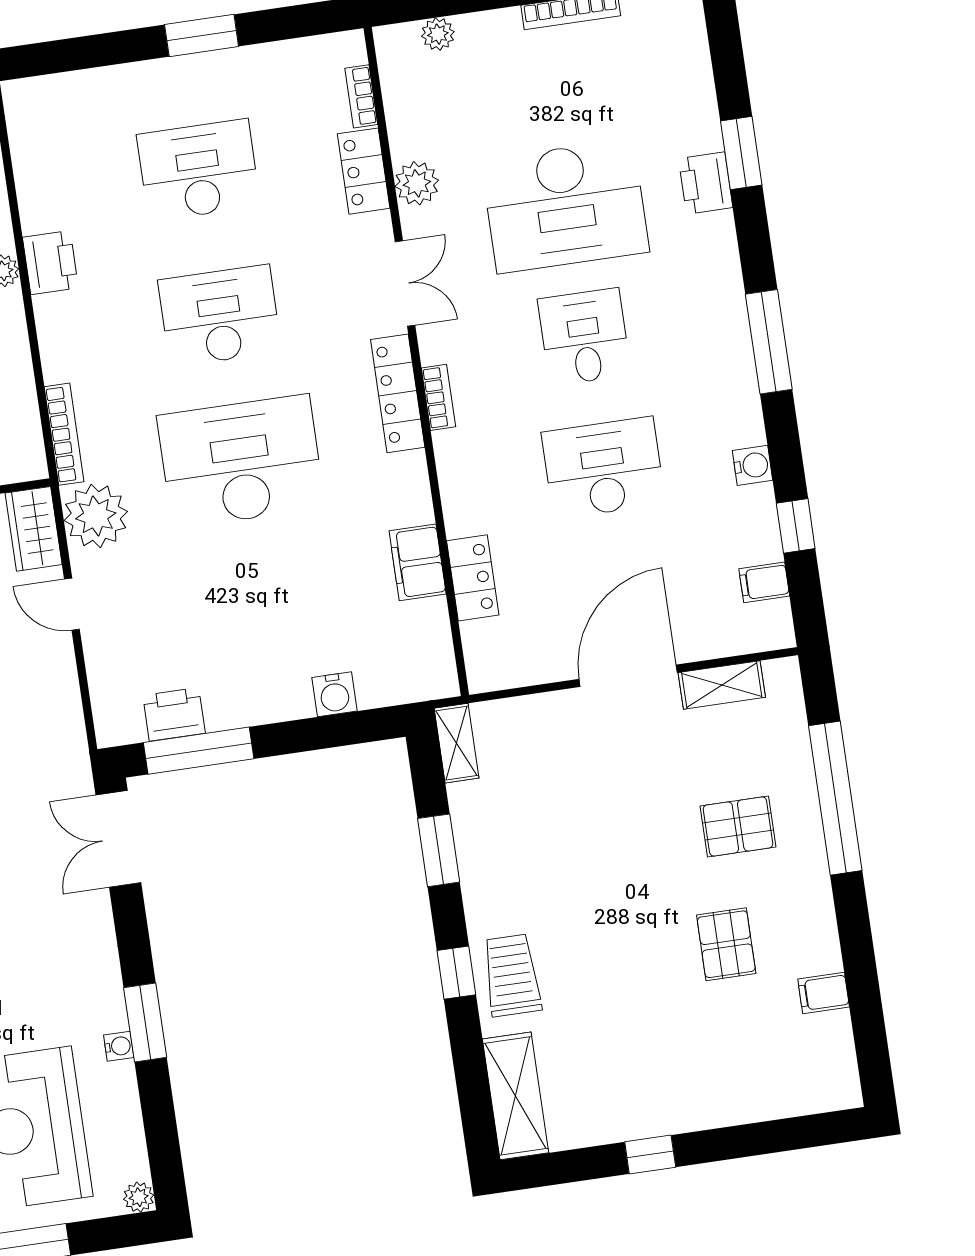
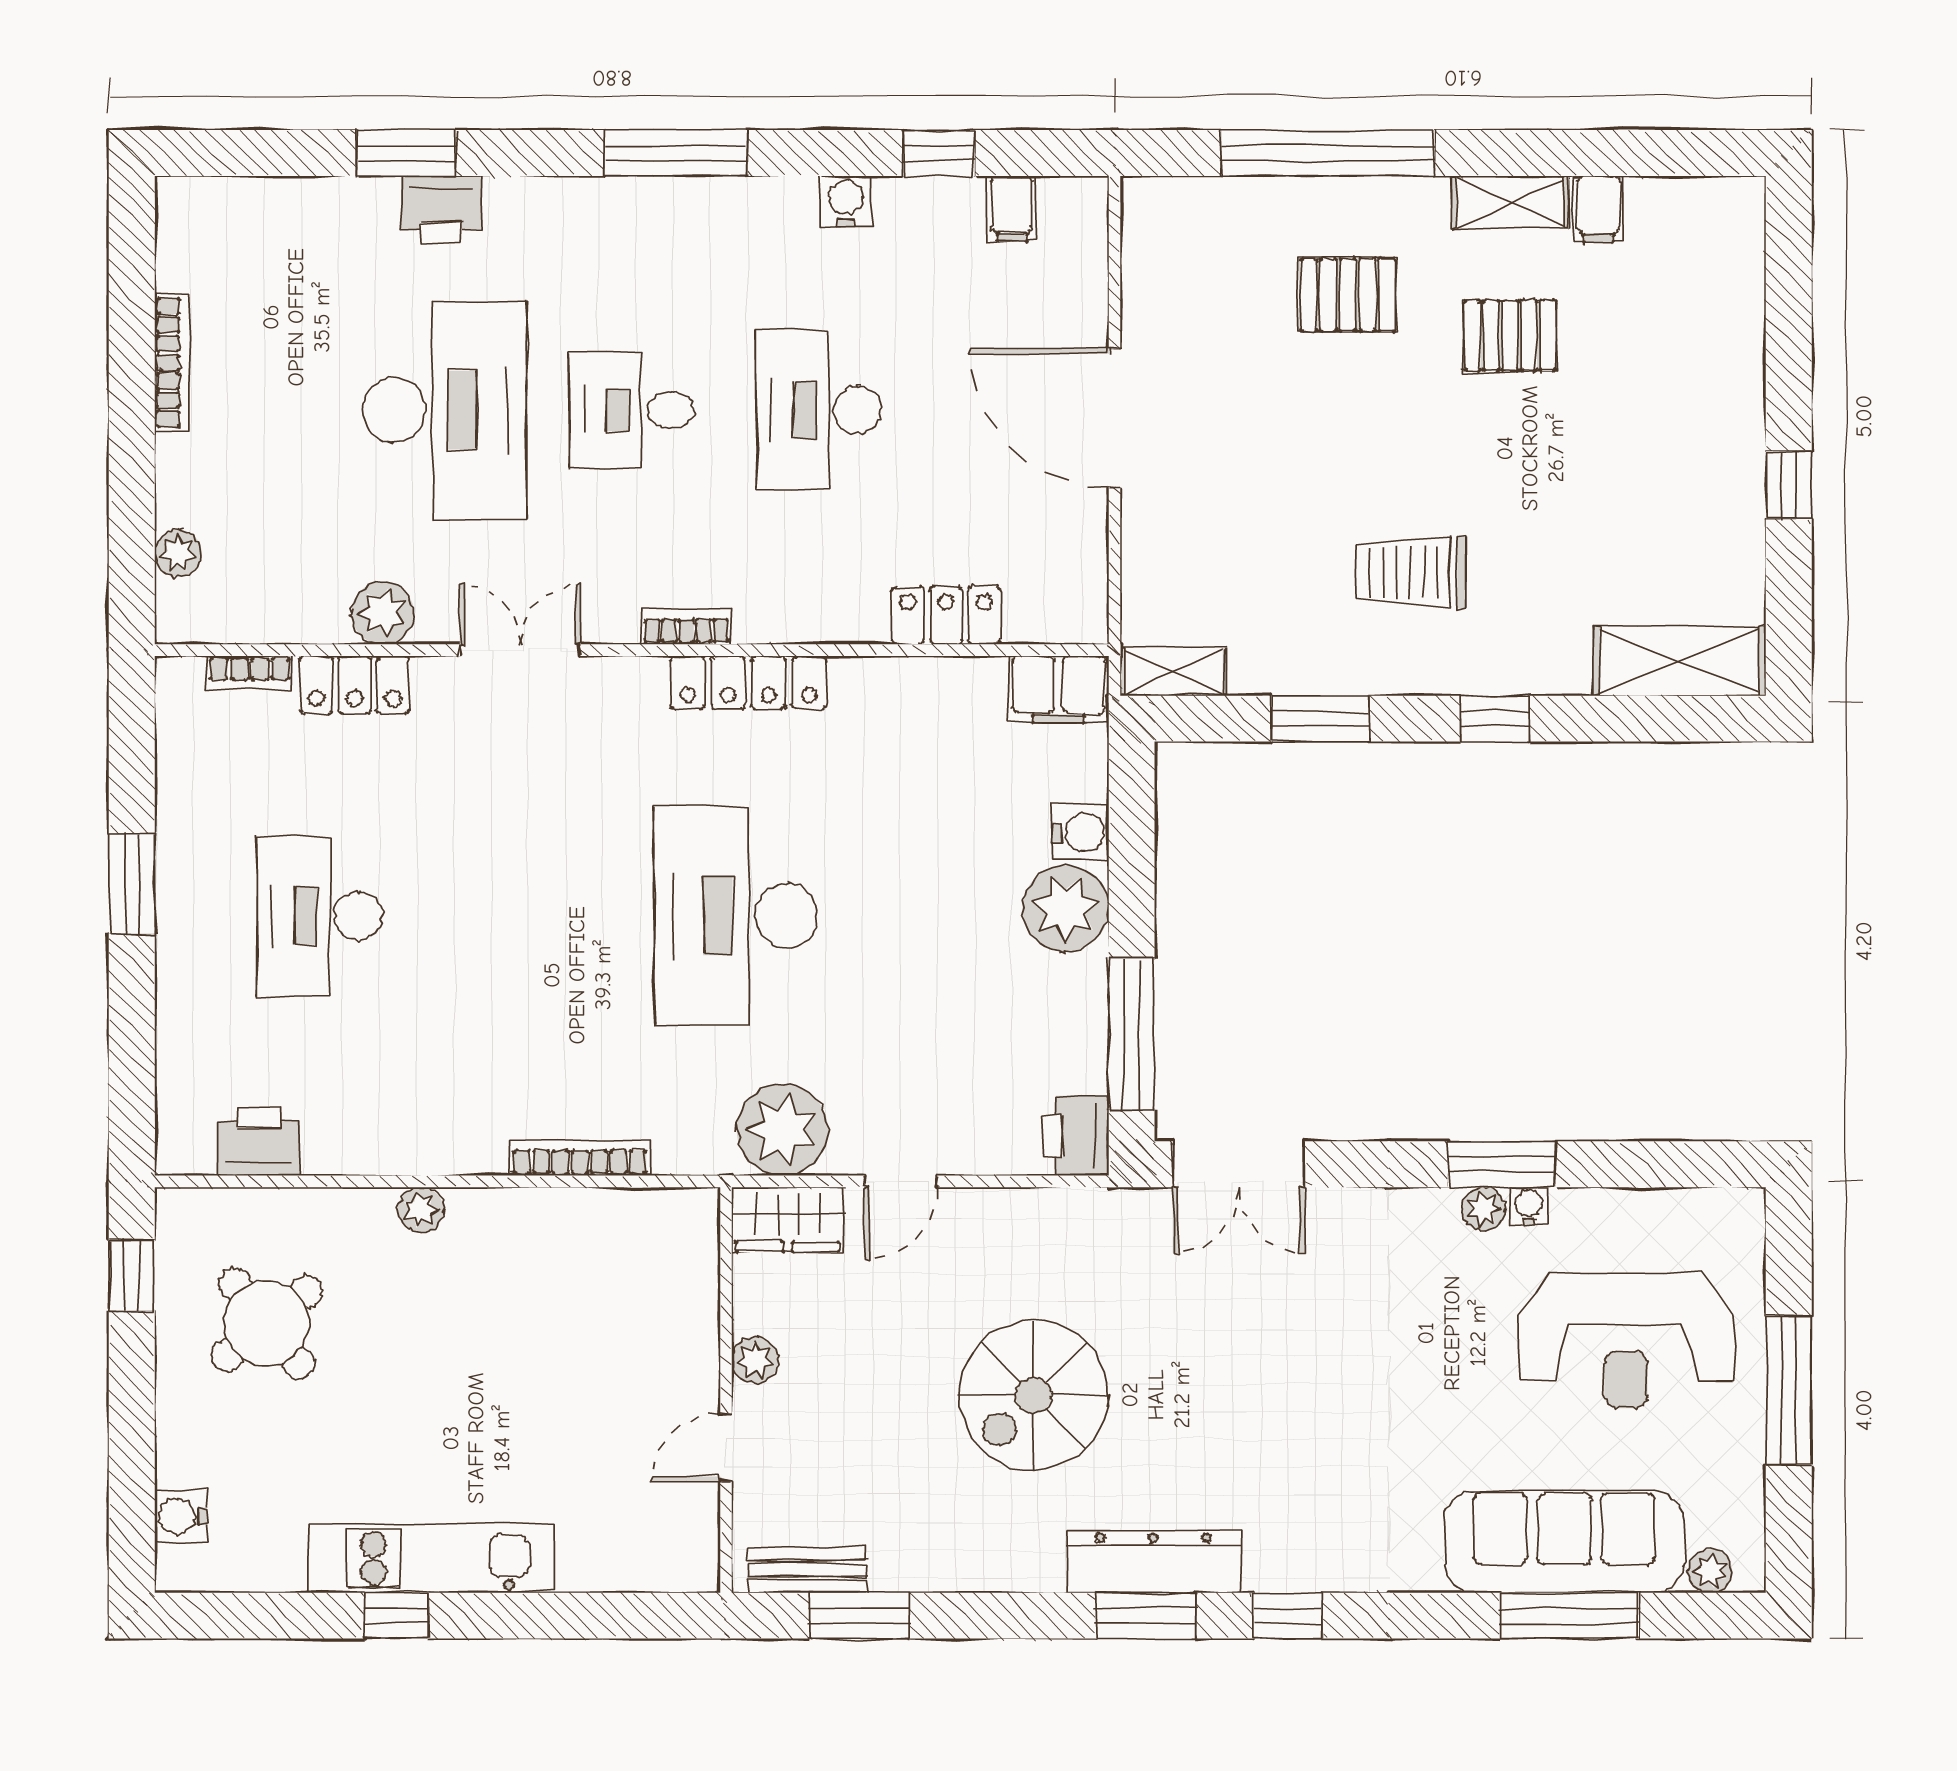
printer: (50, 263) -> (258, 1142), moved
desk: (220, 316) -> (528, 916), removed
locker: (398, 393) -> (748, 683), moved
bookcase: (64, 434) -> (580, 1158), moved
filing cabinet: (418, 562) -> (1059, 689), moved
shelving: (722, 685) -> (1510, 202), moved, turned 90
plant: (280, 692) -> (1066, 908), added
printer: (174, 714) -> (1076, 1136), moved
pallet: (738, 826) -> (1348, 295), turned 90
trolley: (512, 975) -> (1411, 573), moved
plant: (139, 1197) -> (1484, 1209), moved

